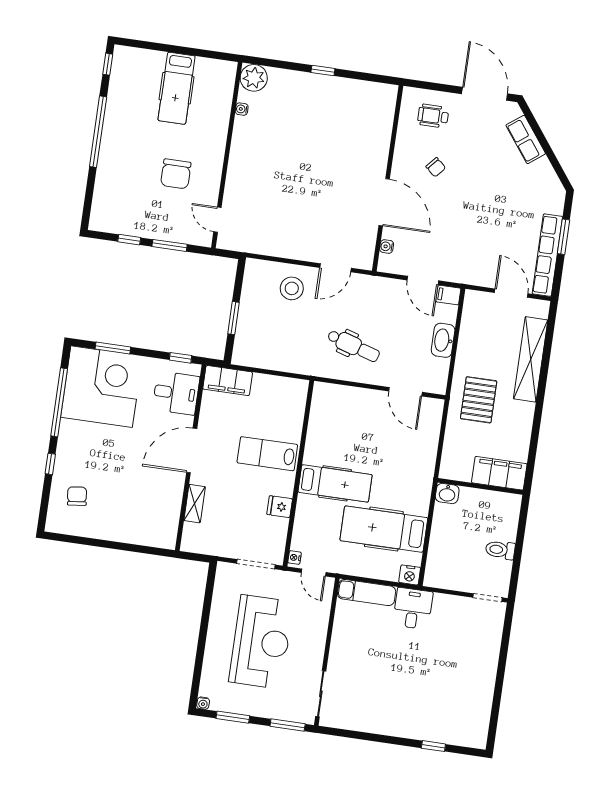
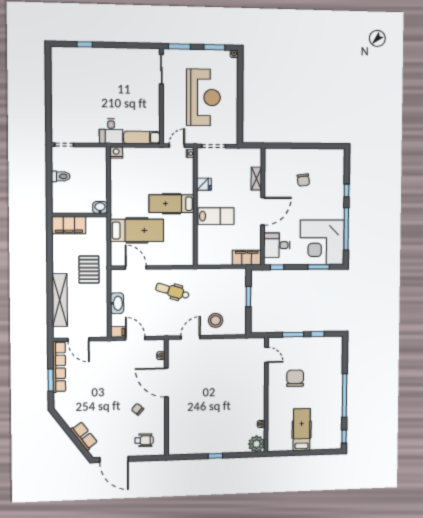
chair: (77, 496) -> (303, 180), moved
hospital bed: (384, 529) -> (137, 230), moved
door: (314, 572) -> (177, 146), hinge flipped
reception desk: (261, 642) -> (203, 97), turned 180

